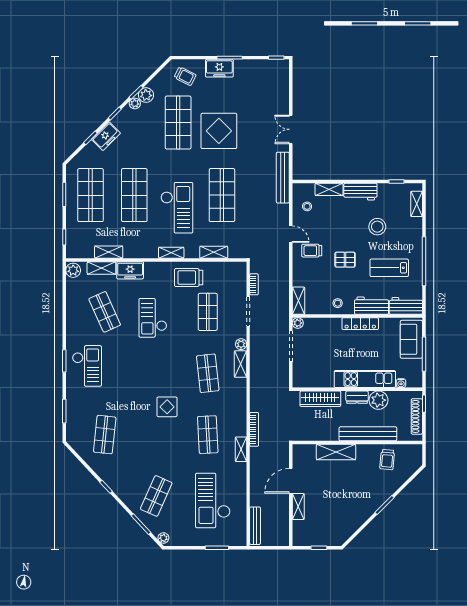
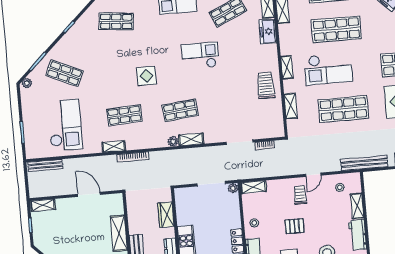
pallet: (345, 260) -> (294, 226), turned 90
shop shelf: (208, 312) -> (236, 105), removed
checkout: (153, 318) -> (200, 56), moved
plant: (241, 344) -> (173, 141), moved
wardrobe: (320, 399) -> (166, 215), width x0.67
checkout: (213, 500) -> (65, 125), turned 90
shelving: (298, 507) -> (43, 205), moved

